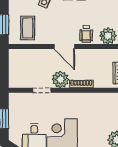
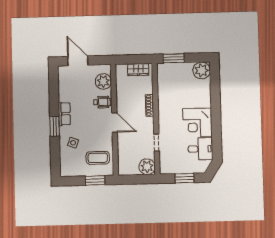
door: (64, 47) -> (115, 122), hinge flipped
plant: (60, 80) -> (147, 167), moved

